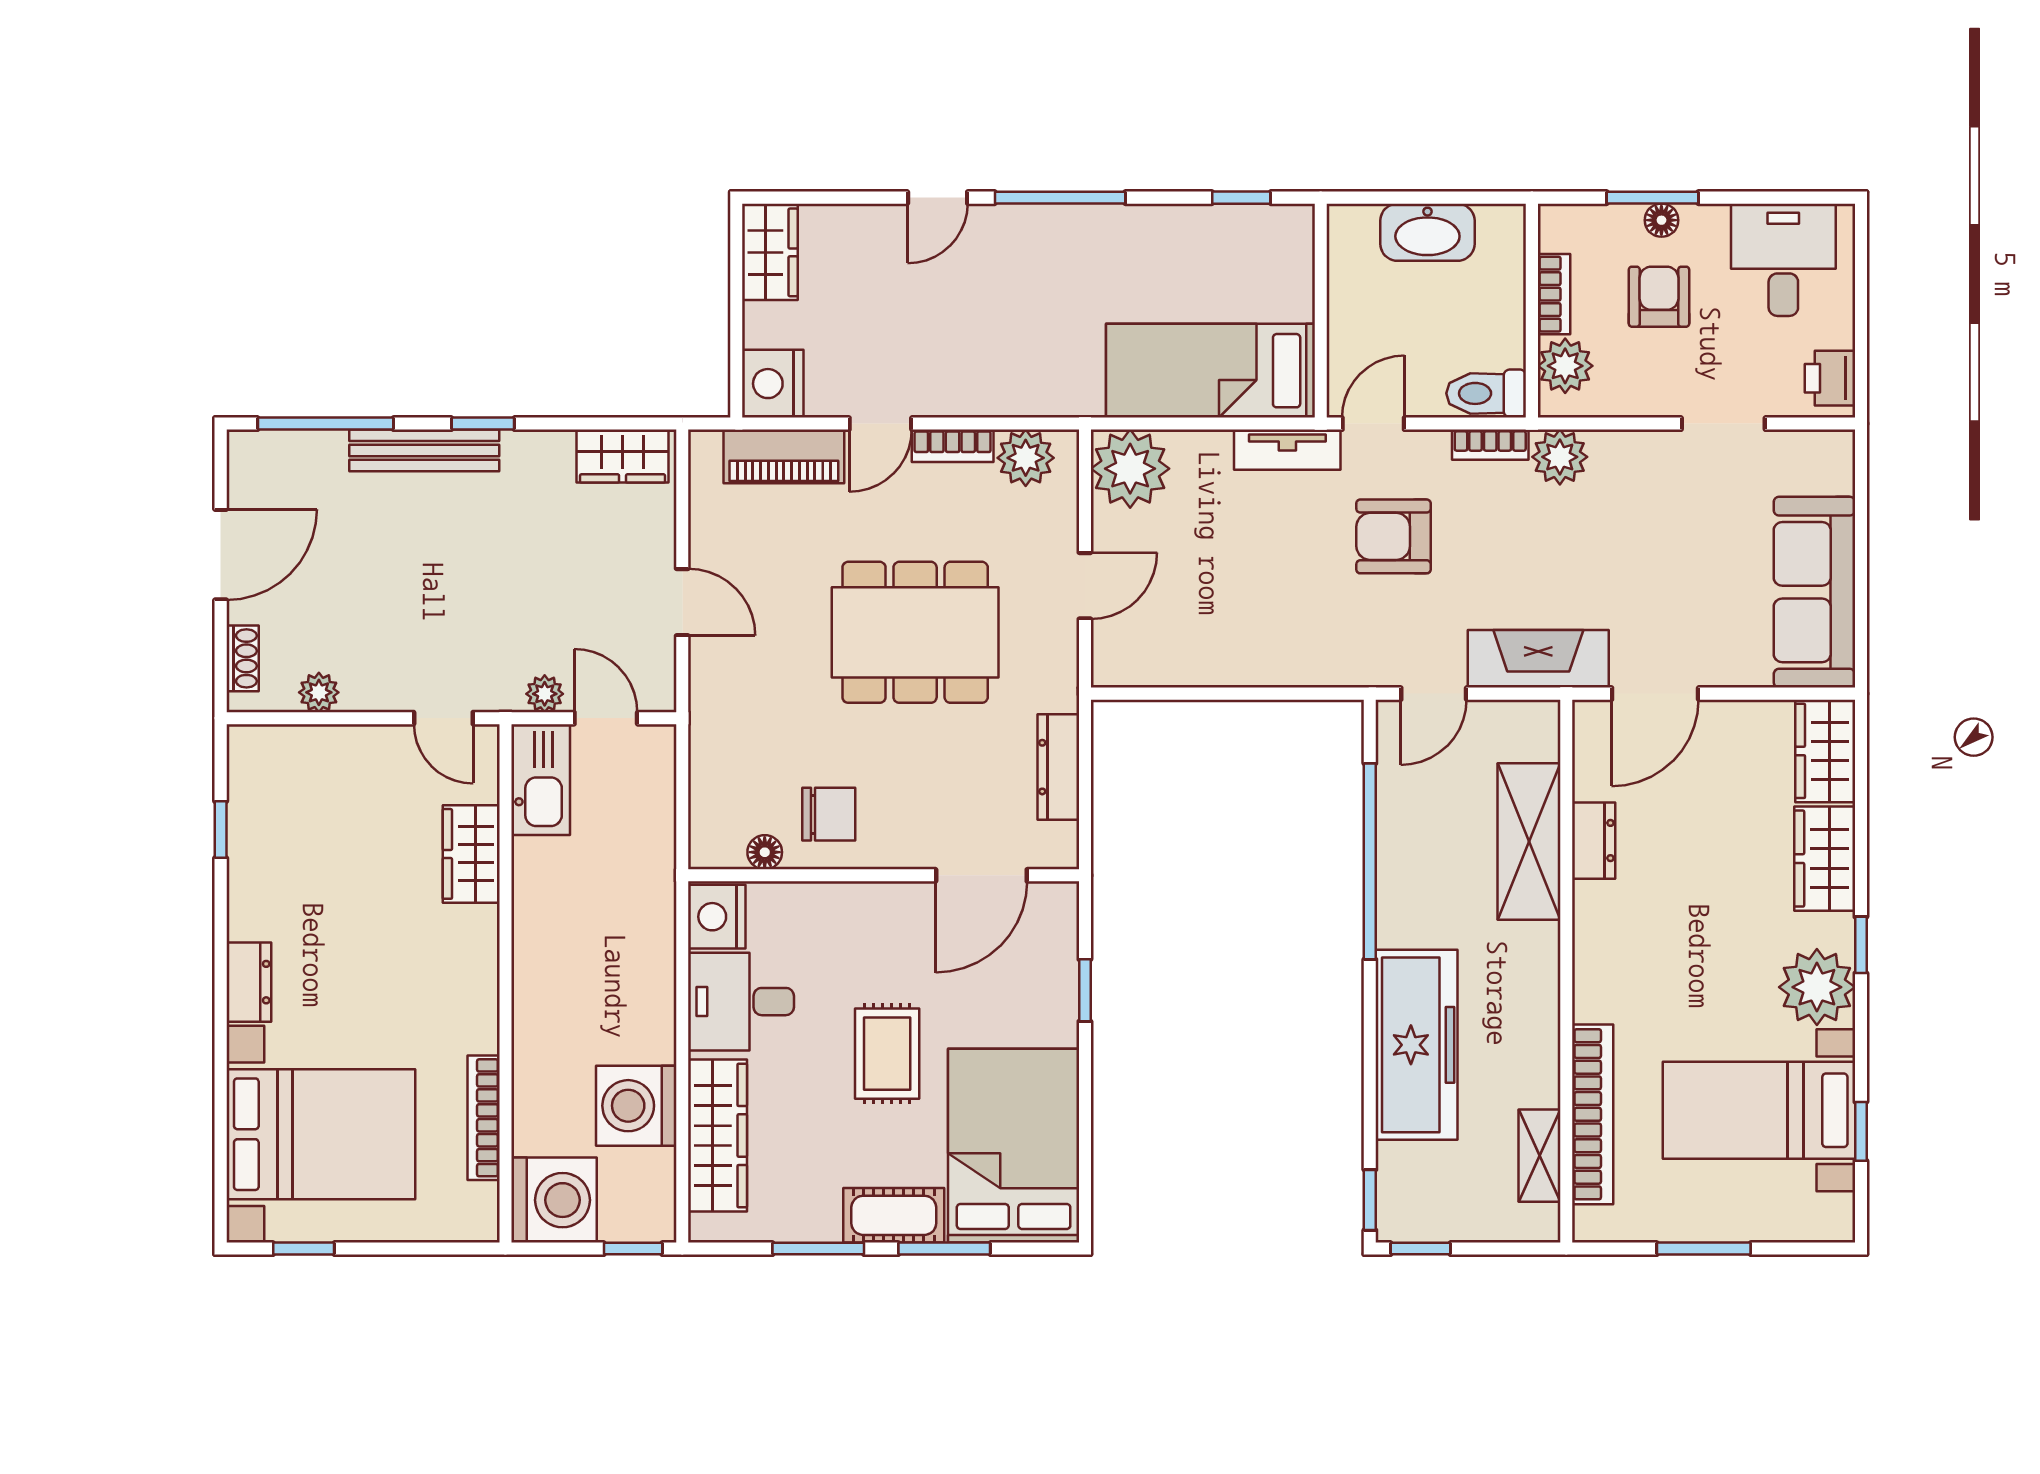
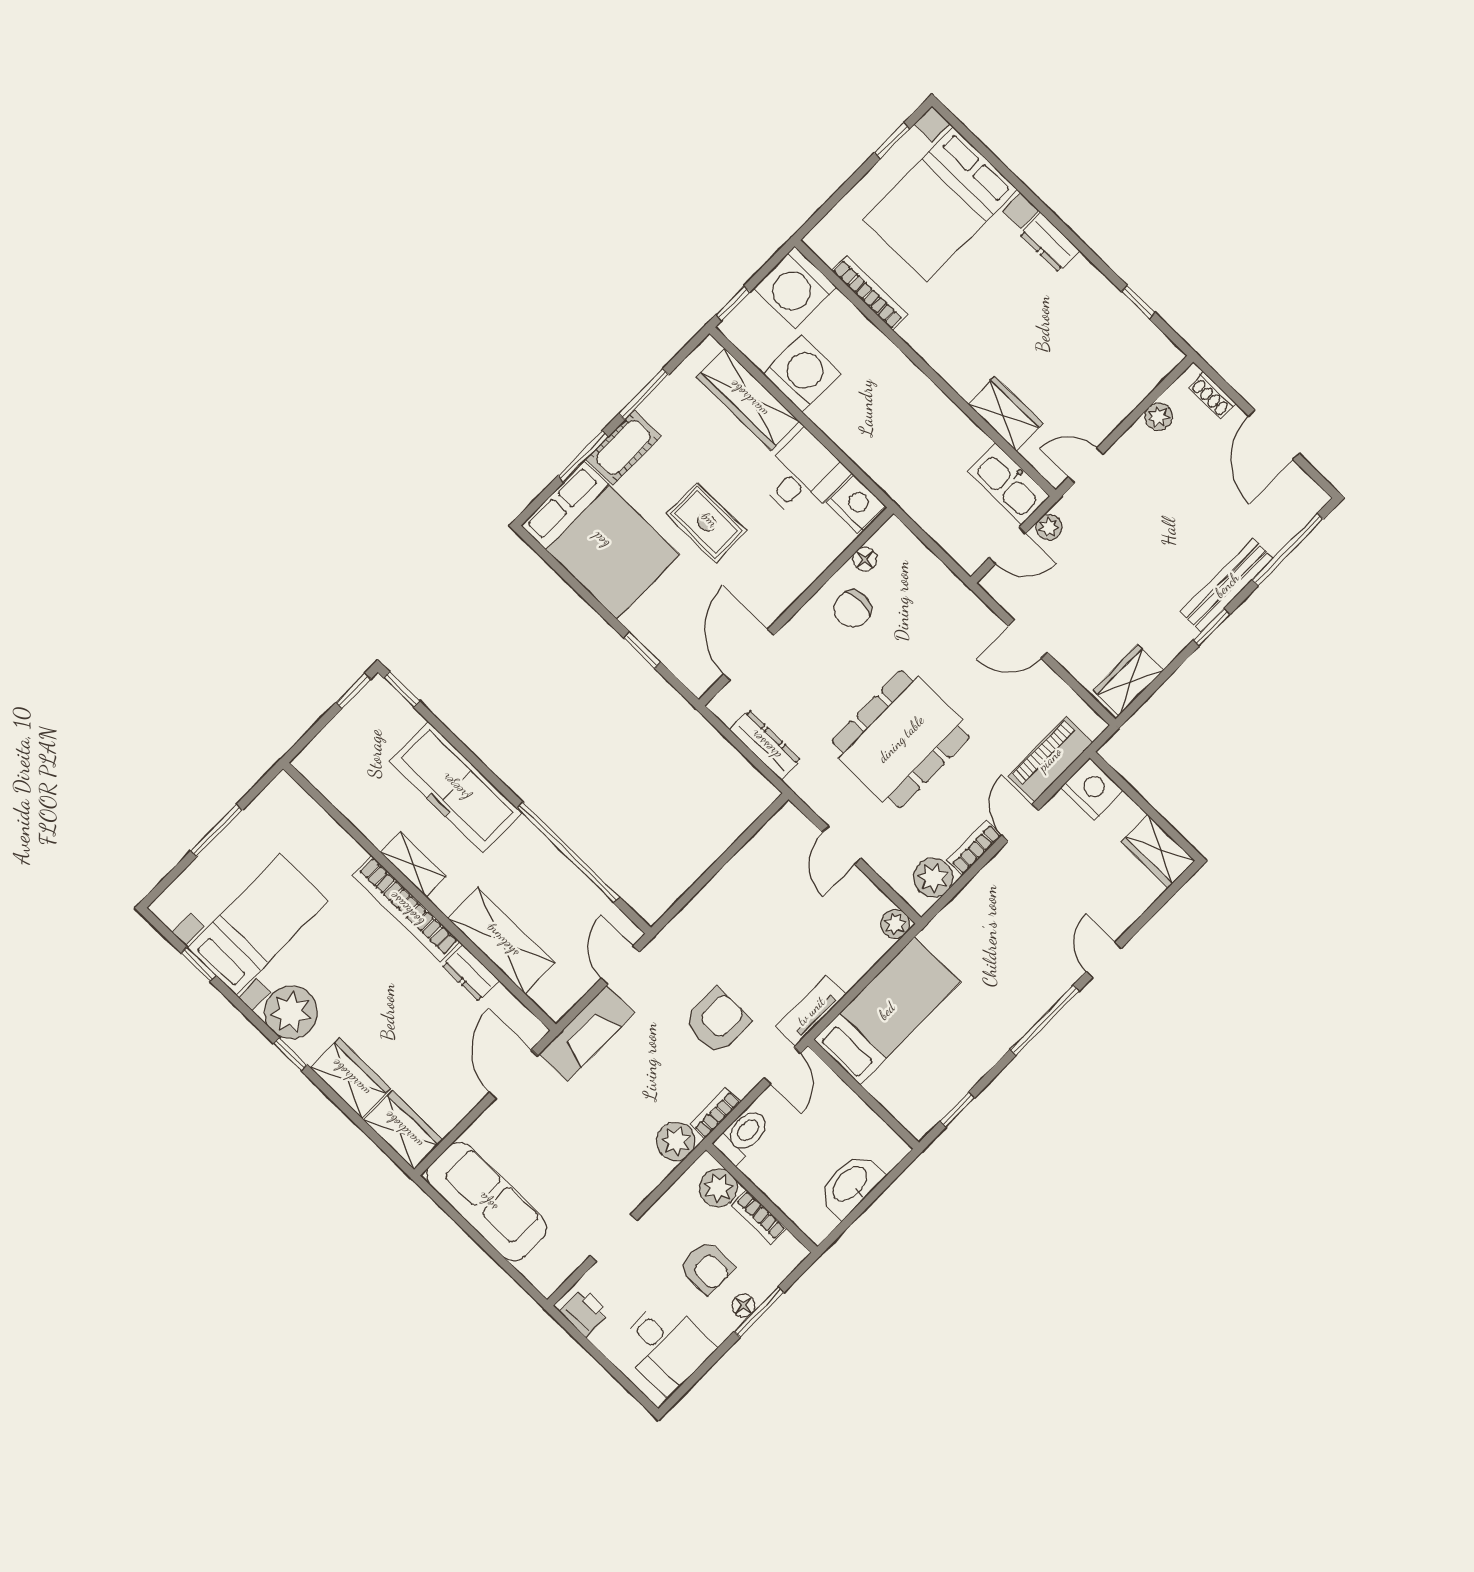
plant: (1130, 469) -> (895, 924), width x0.53, depth x0.53
bookcase: (1593, 1114) -> (406, 909), moved
shelving: (1540, 1156) -> (413, 865), moved

